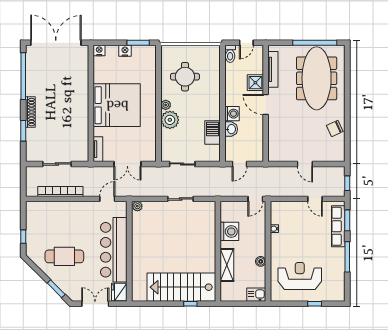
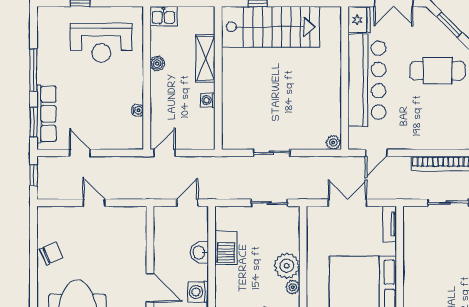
washing machine: (232, 114) -> (198, 292), moved
washing machine: (229, 231) -> (208, 100), width x0.53, depth x0.53

